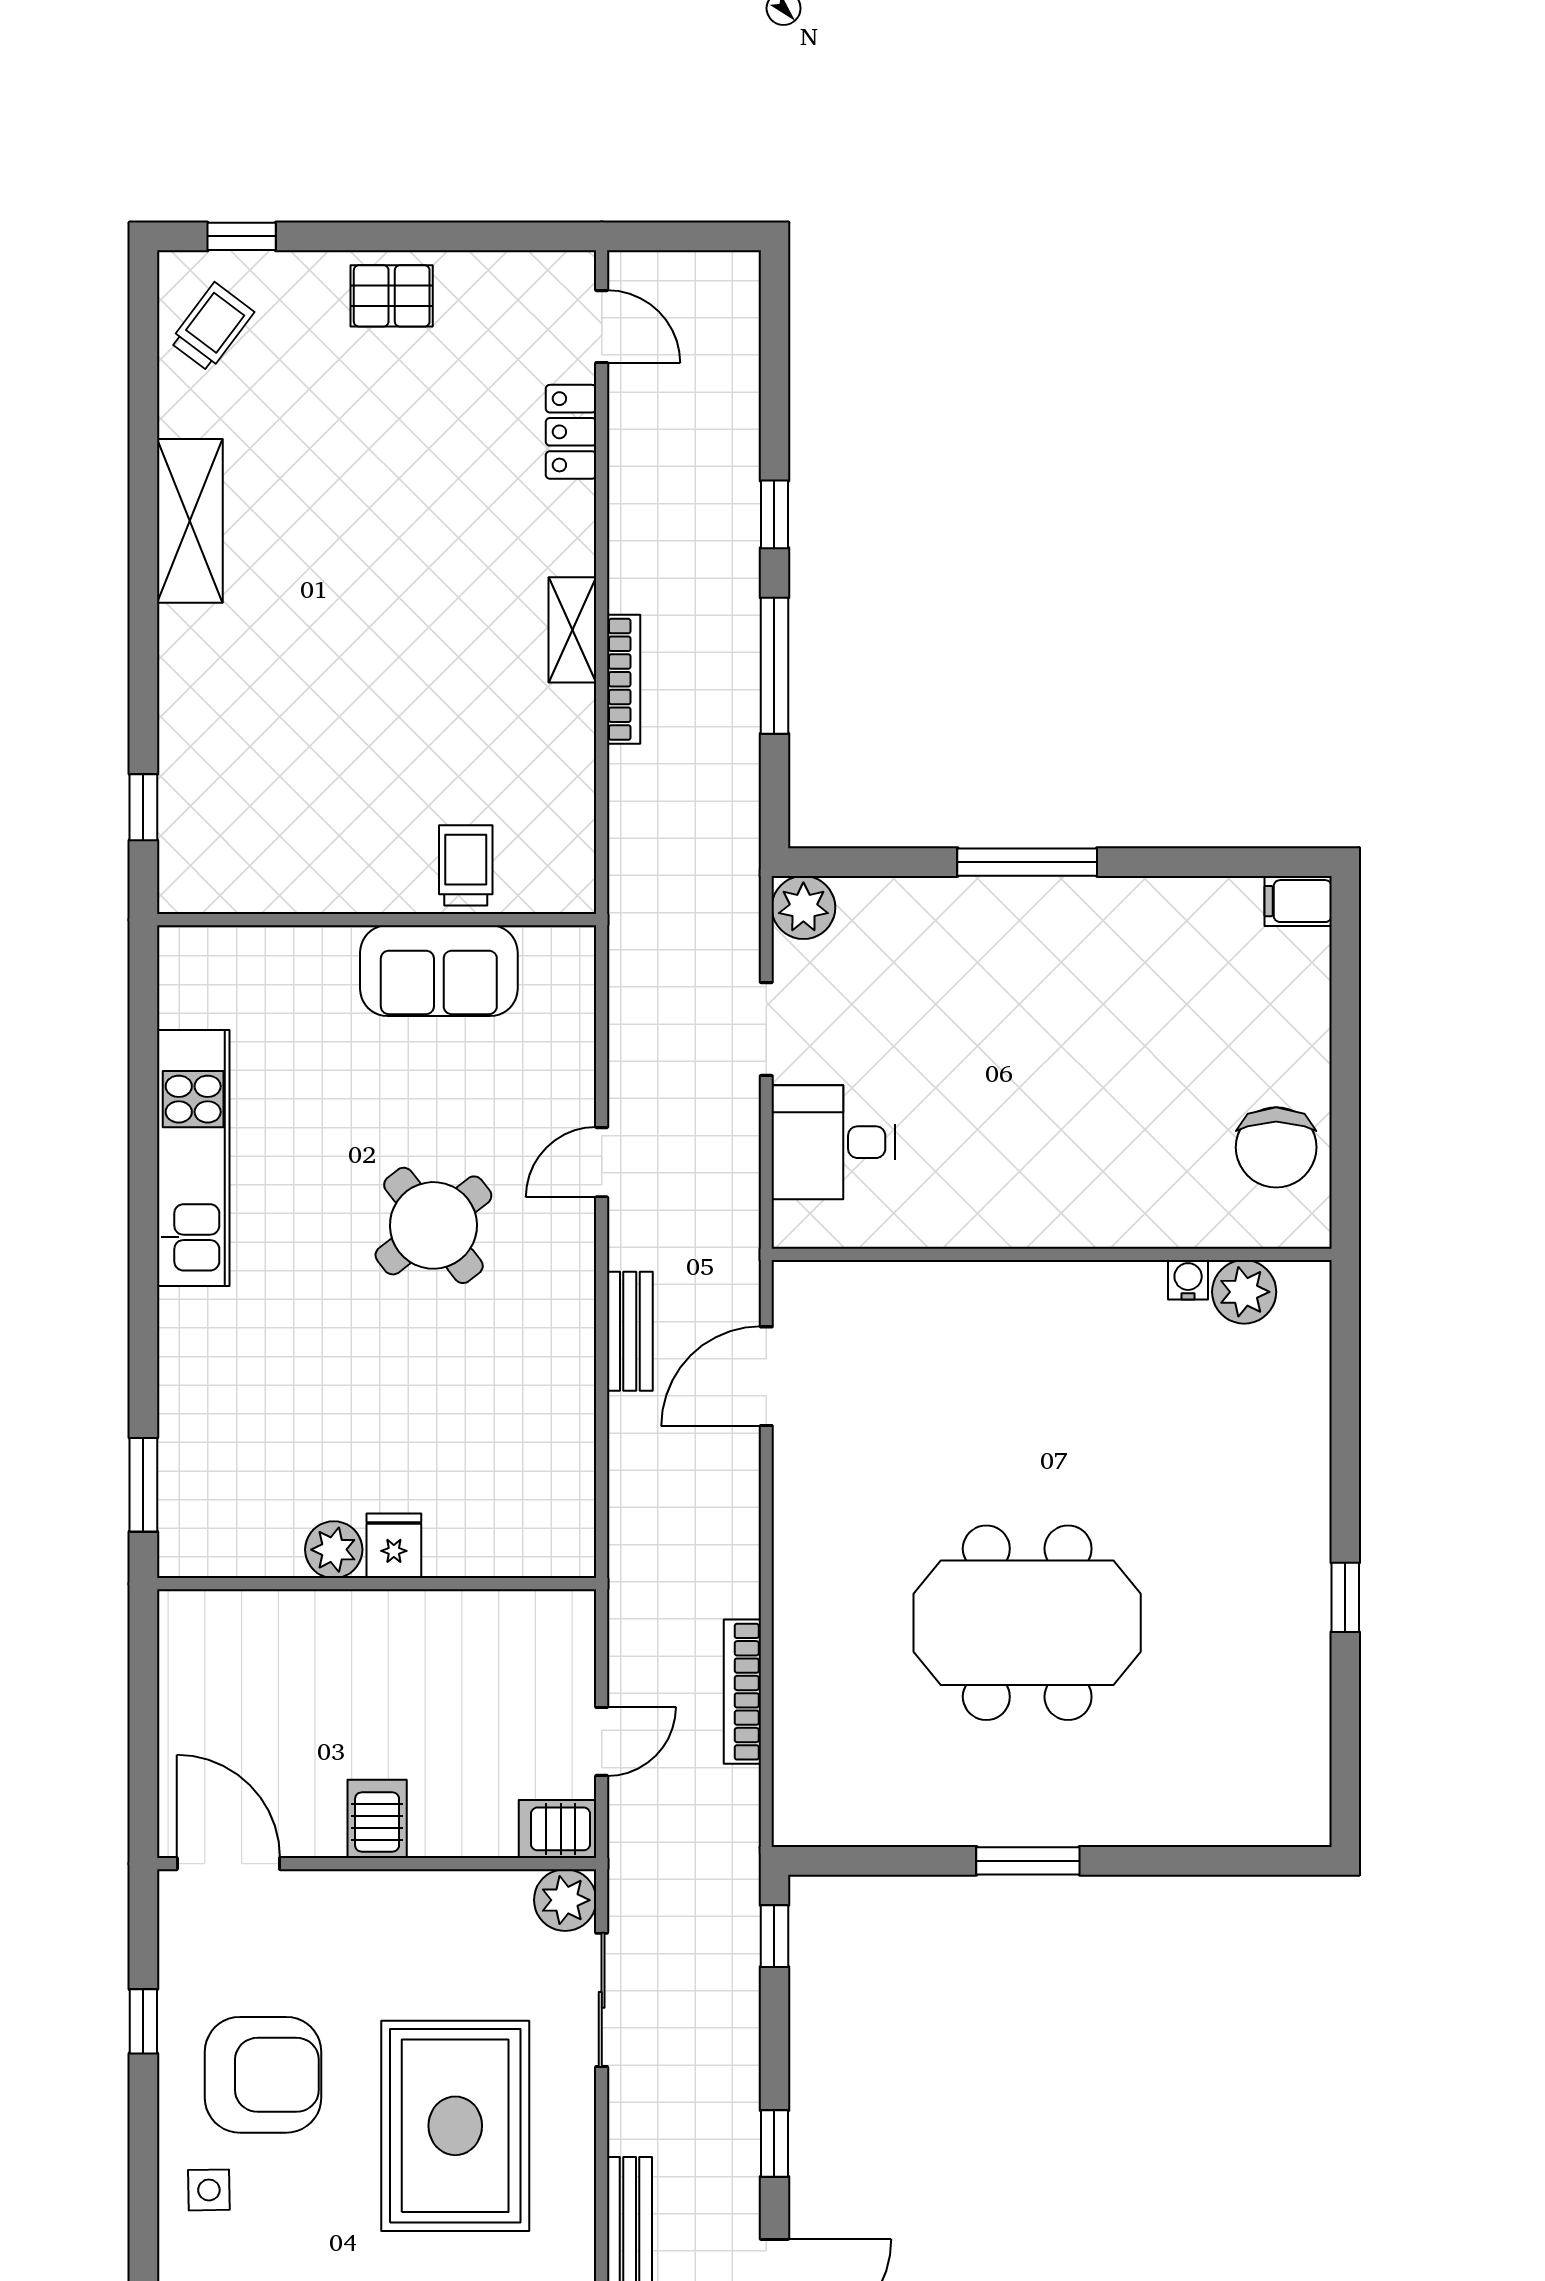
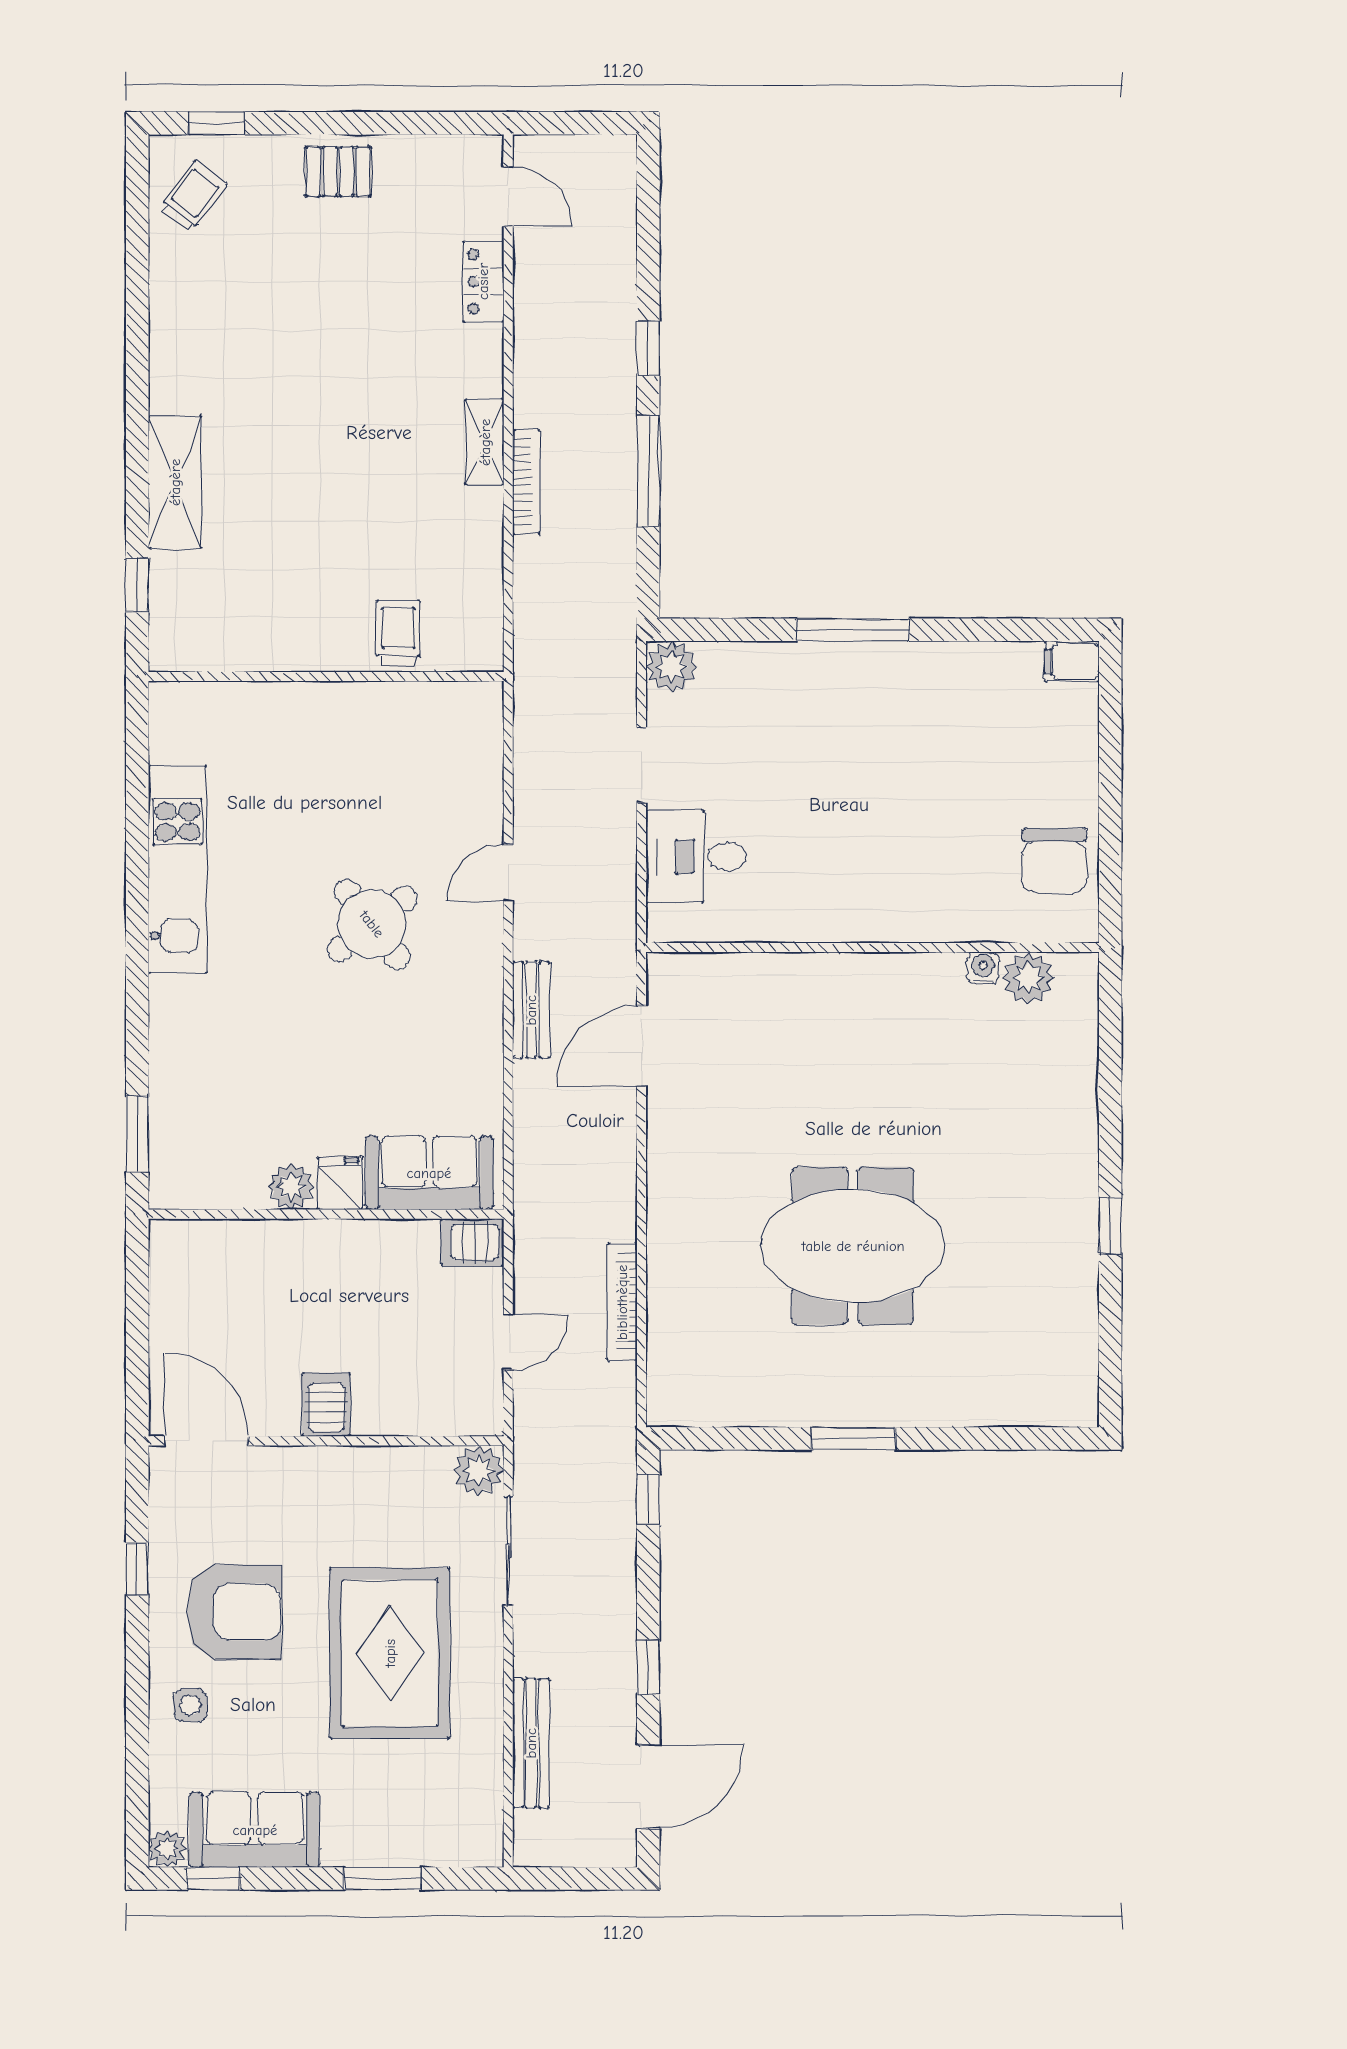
shelving: (190, 521) -> (175, 482), moved
sofa: (439, 971) -> (429, 1173), moved, turned 180
server rack: (557, 1829) -> (472, 1242), moved

